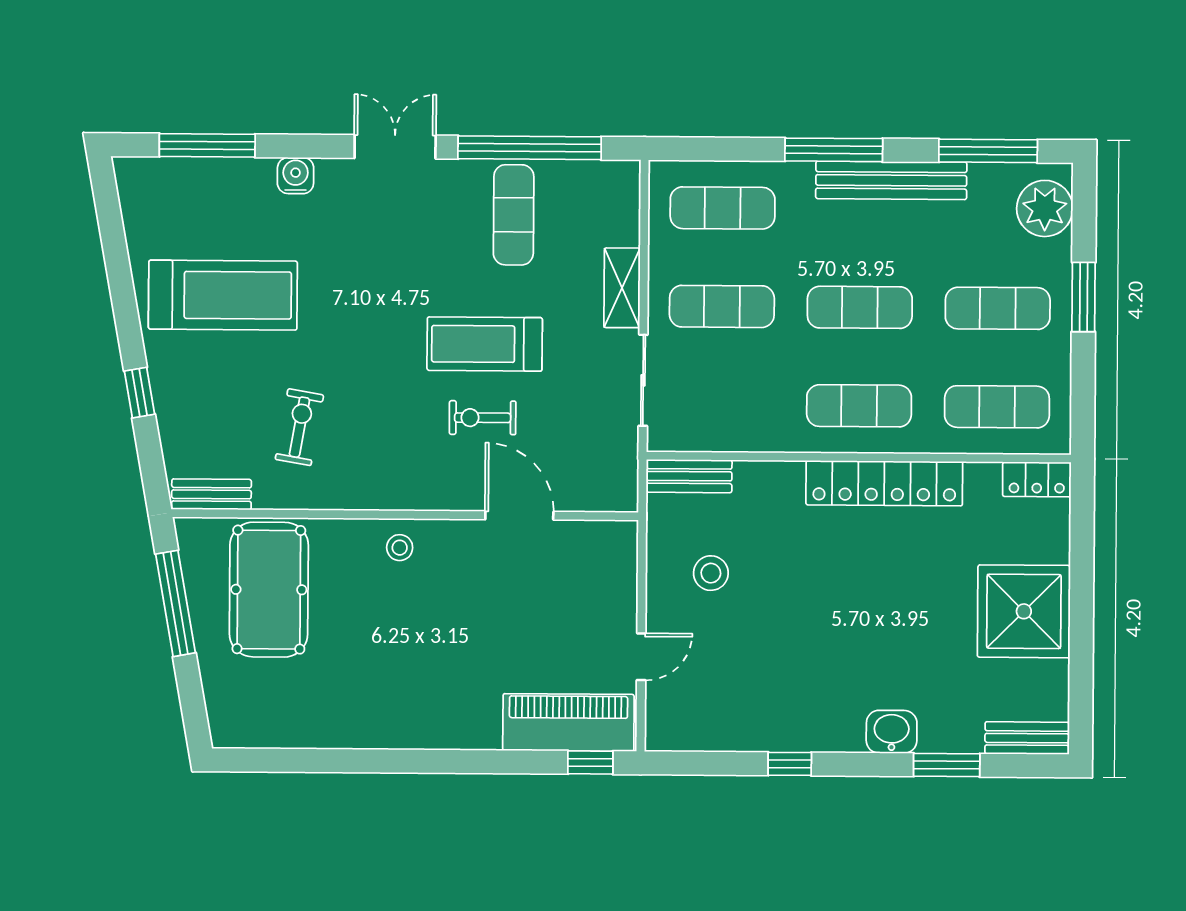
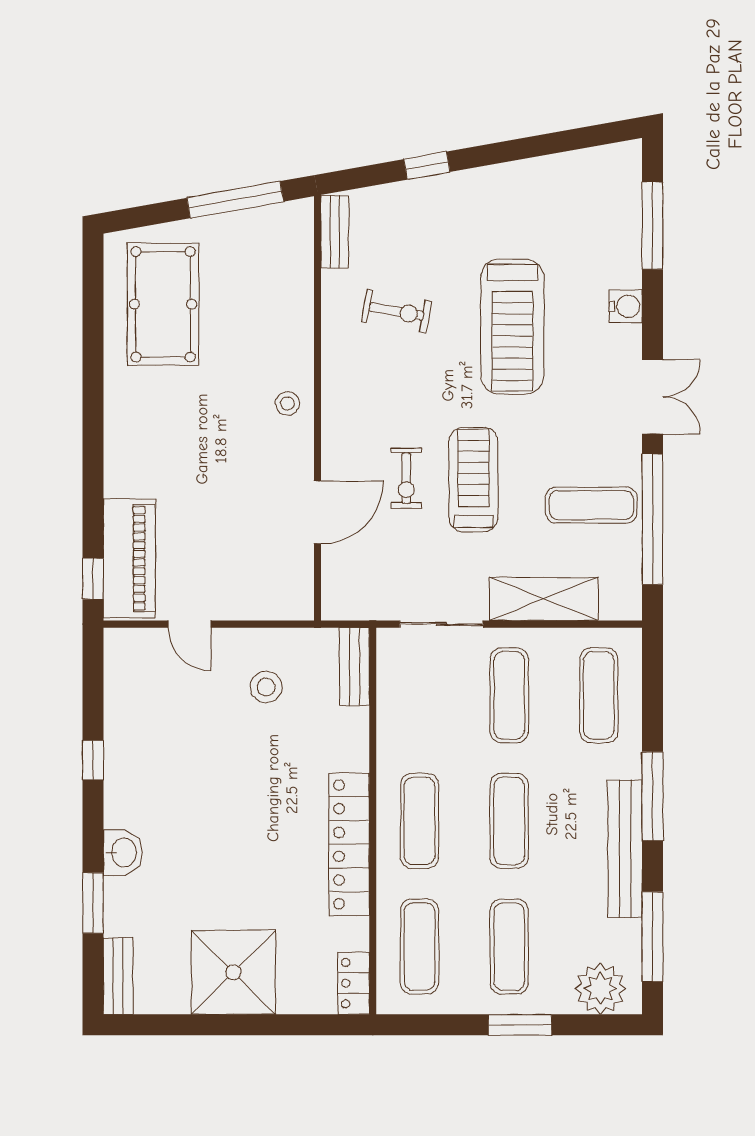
shelving: (622, 288) -> (544, 599), width x1.50, depth x1.33
treadmill: (223, 295) -> (512, 326), moved
exercise bike: (483, 418) -> (406, 478), turned 180
pool table: (269, 590) -> (163, 304), moved, turned 90

